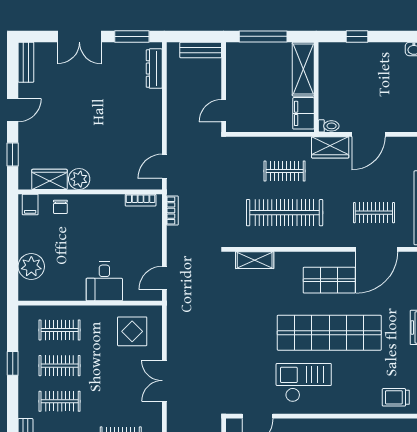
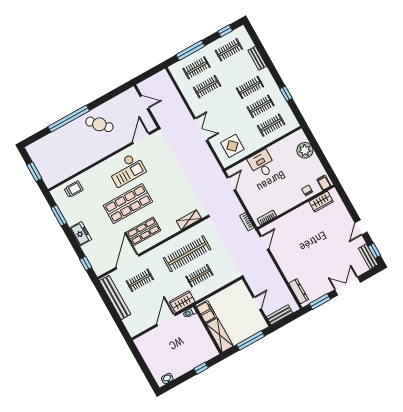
door: (224, 111) -> (257, 303), moved
window: (13, 155) -> (374, 251), moved
plant: (79, 179) -> (306, 211), removed
shop shelf: (329, 333) -> (128, 204), width x0.71

